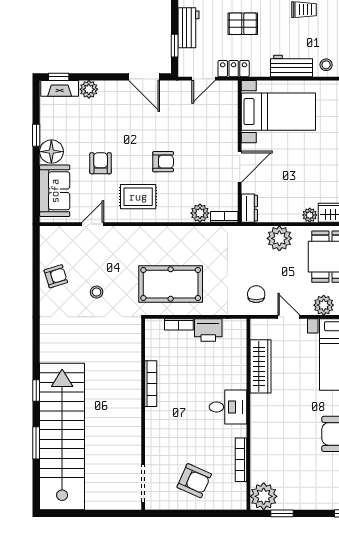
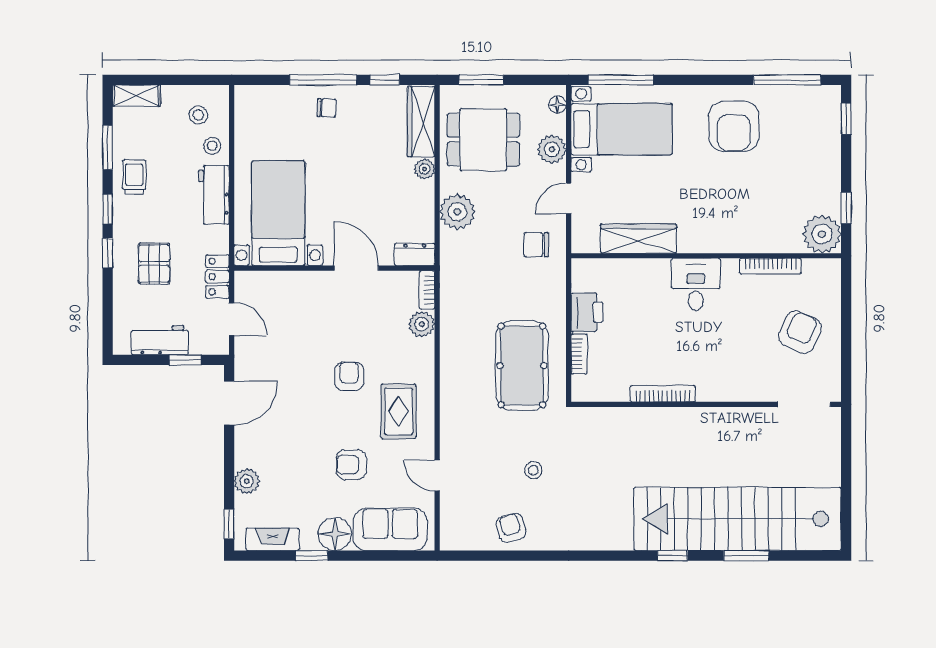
fireplace: (60, 88) -> (273, 539), moved, turned -90

